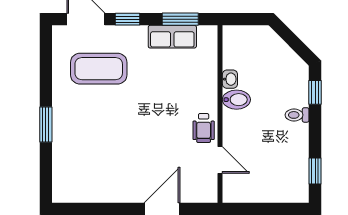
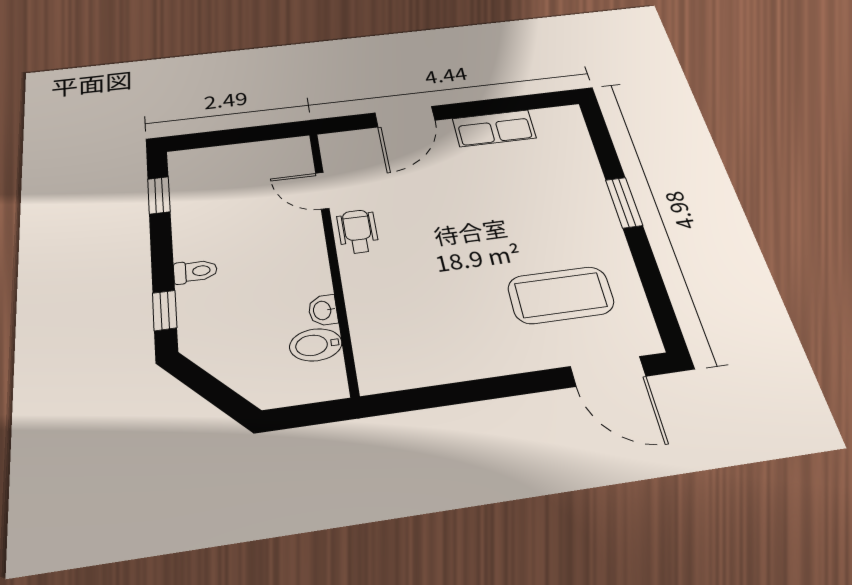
window: (127, 19) -> (532, 382), removed
window: (180, 19) -> (433, 397), removed
row of seats: (172, 37) -> (494, 128), moved, turned 180
bidet: (236, 100) -> (316, 345), moved

